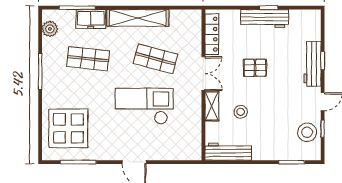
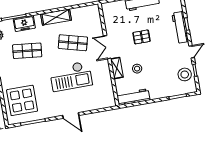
shelving: (138, 18) -> (56, 17), width x0.68
locker: (212, 34) -> (108, 19), removed
double door: (203, 74) -> (107, 47), swing flipped
checkout: (144, 106) -> (71, 76), turned 180

